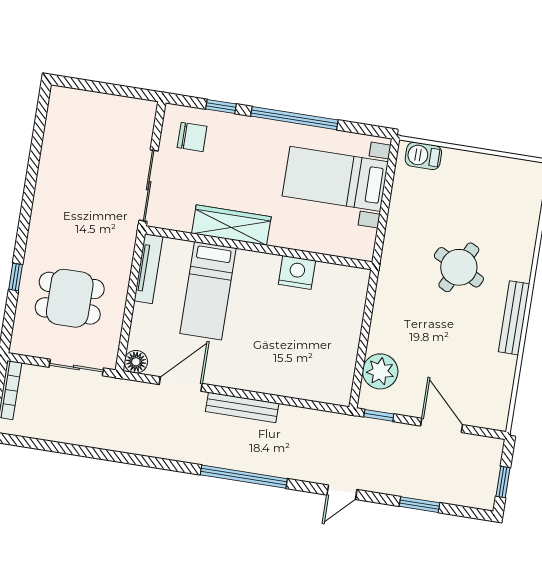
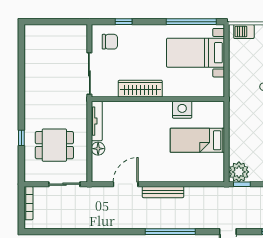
window: (294, 118) -> (191, 22), moved
bed: (208, 291) -> (197, 140), moved, turned 90
floor lamp: (136, 362) -> (98, 149), moved
plant: (380, 371) -> (239, 172), moved

